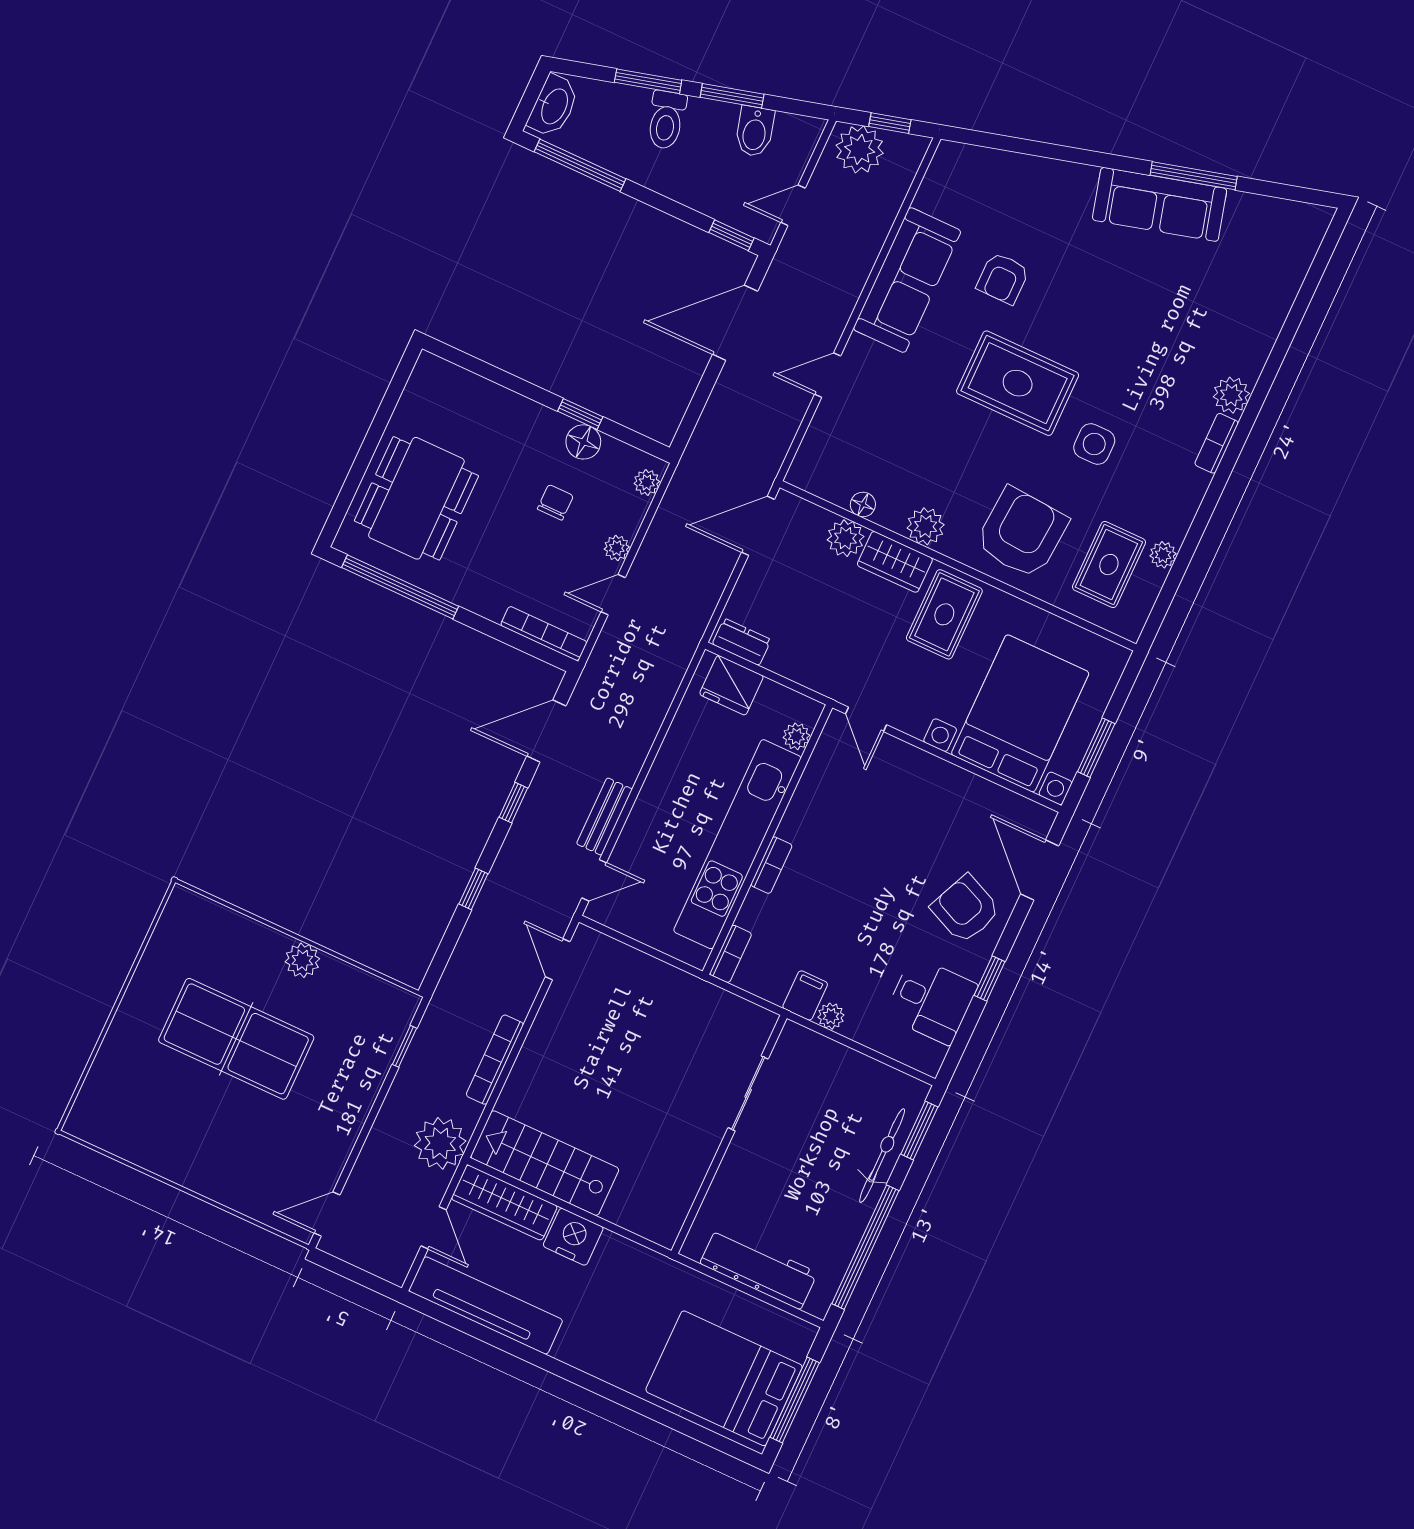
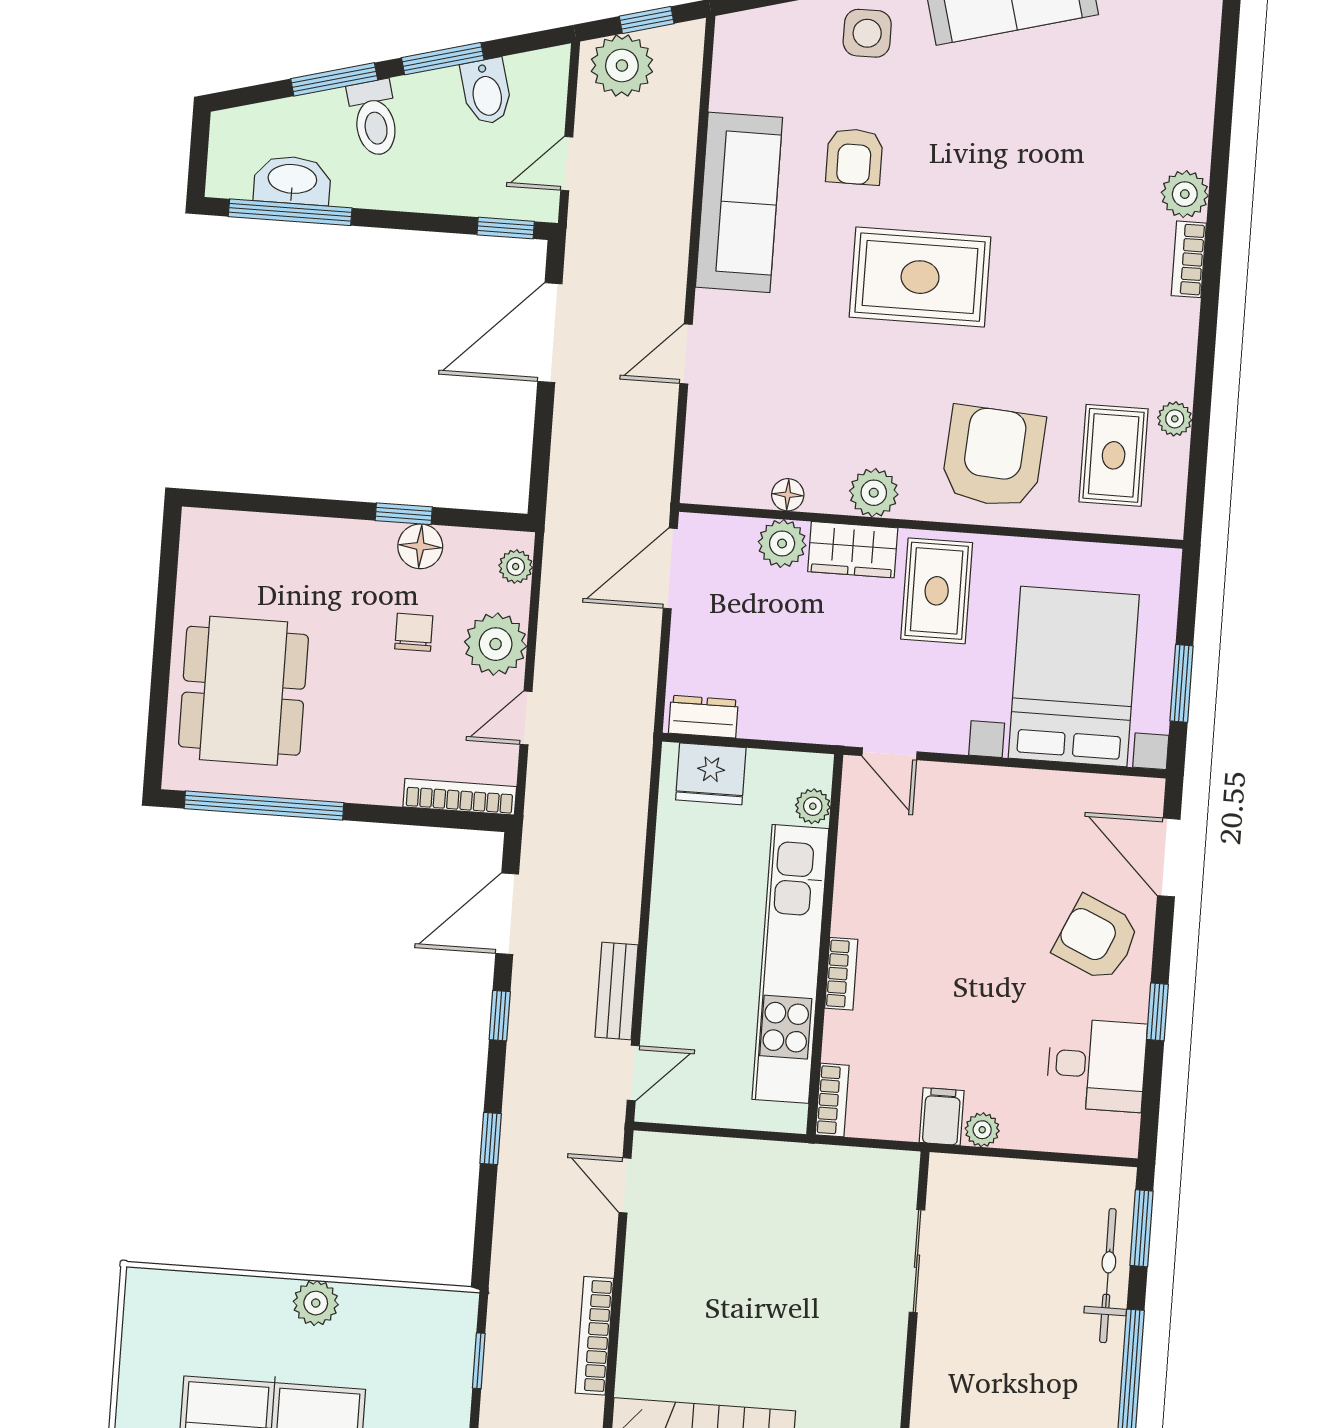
washbasin: (554, 106) -> (292, 180), moved, turned -90
side table: (1094, 444) -> (867, 33), moved
plant: (617, 548) -> (496, 644), width x1.88, depth x1.88

